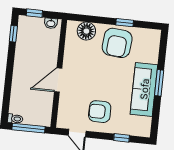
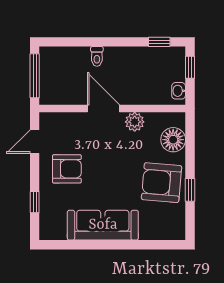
plant: (70, 58) -> (135, 122), added
window: (159, 83) -> (114, 245), removed
armchair: (100, 112) -> (67, 169), turned 90
toilet: (15, 119) -> (97, 56), moved

